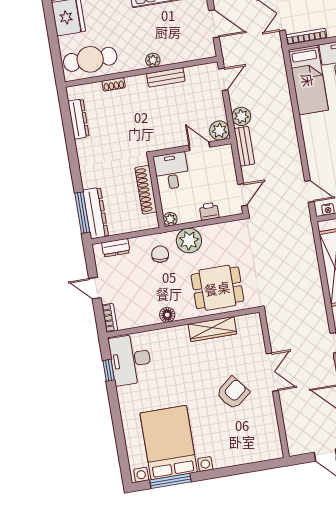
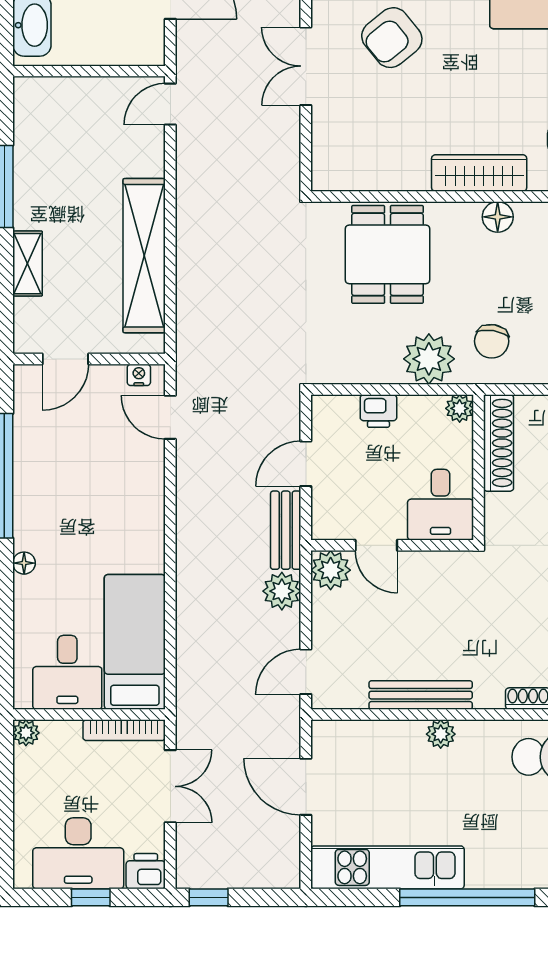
bench: (166, 77) -> (421, 695), width x1.36
shoe rack: (146, 190) -> (499, 443), moved
door: (243, 195) -> (306, 464), moved
dining table: (217, 288) -> (387, 254), turned 90
wardrobe: (212, 329) -> (479, 173), moved

